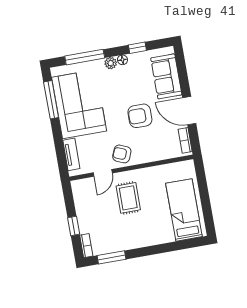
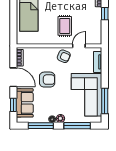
window: (137, 48) -> (41, 126), width x2.17
window: (182, 71) -> (13, 105), added

